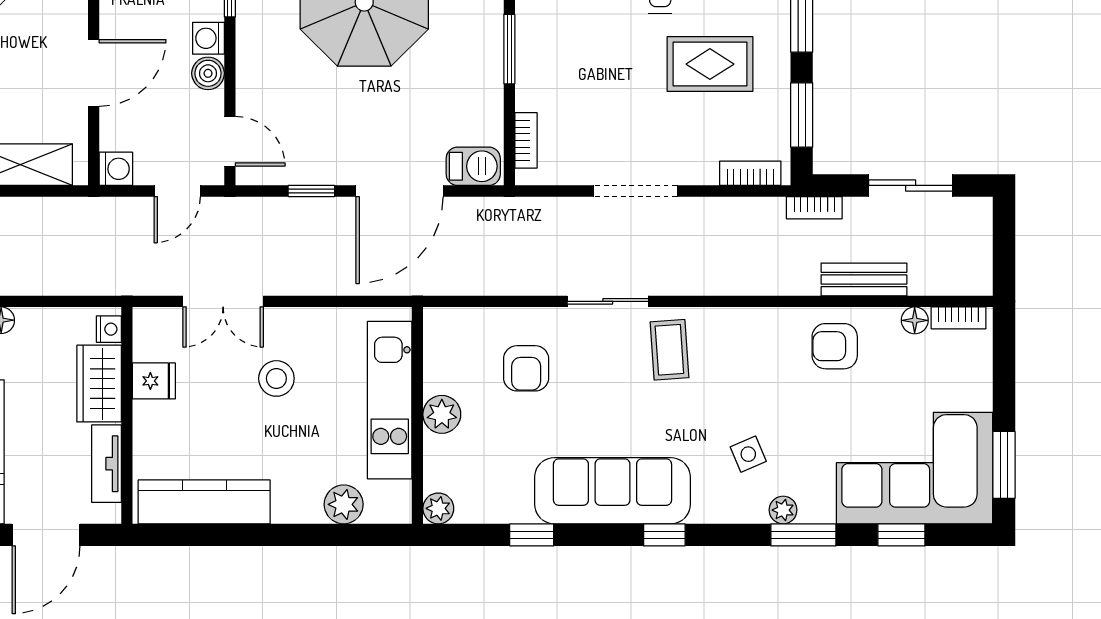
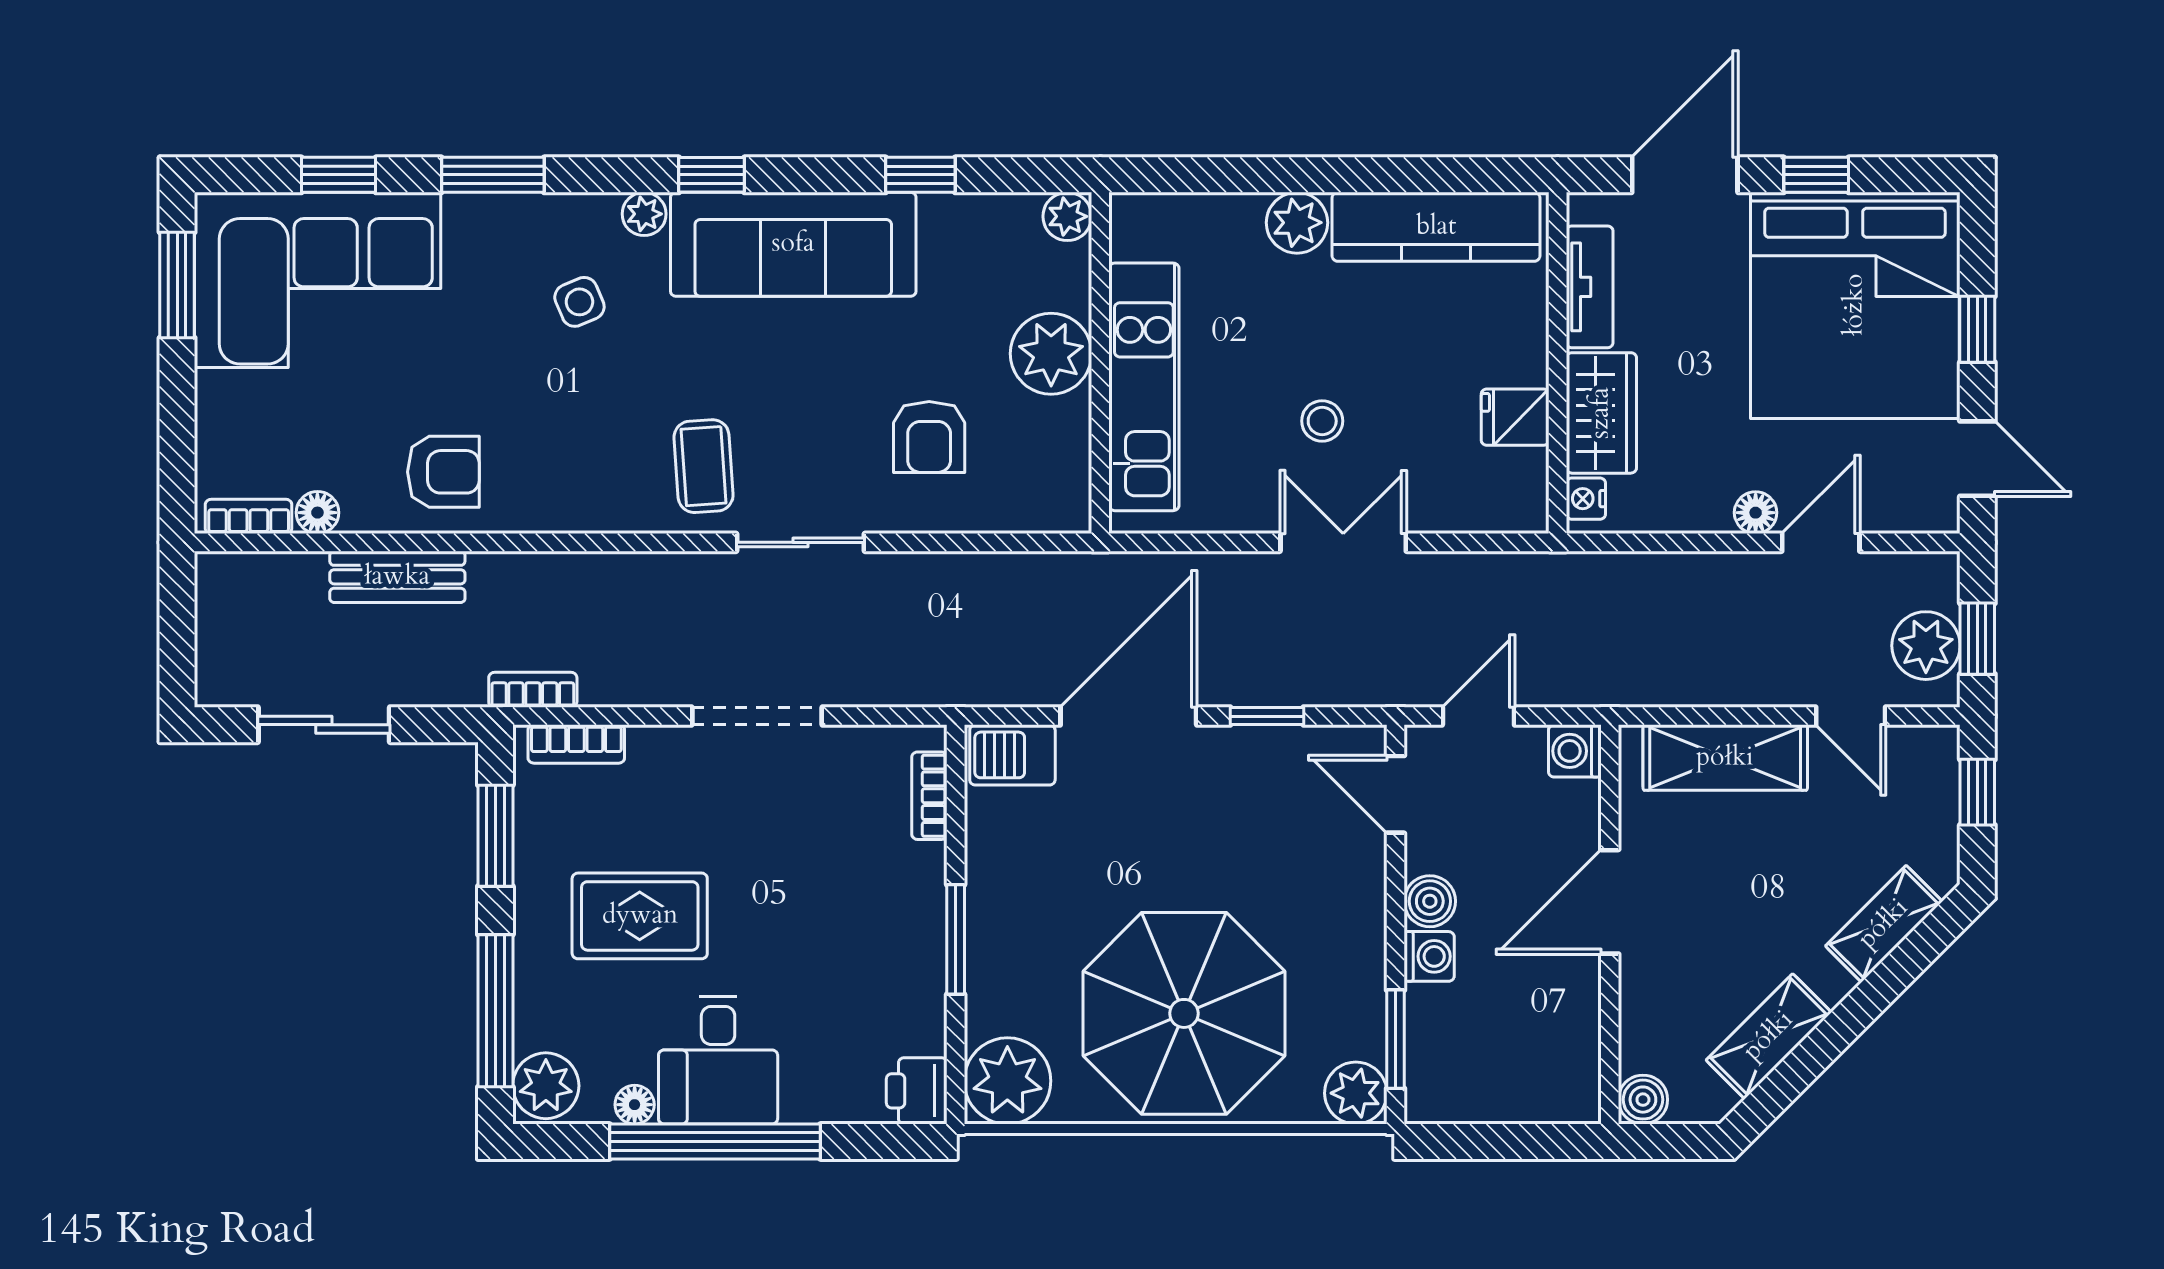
bookcase: (814, 208) -> (533, 690), moved
double door: (223, 301) -> (1343, 542), moved
armchair: (526, 368) -> (929, 437), turned 180
stool: (276, 378) -> (1322, 421), width x0.73, depth x0.73
plant: (442, 414) -> (1051, 354), width x1.36, depth x1.36
plant: (344, 504) -> (1297, 223), moved
plant: (783, 510) -> (644, 214), moved

